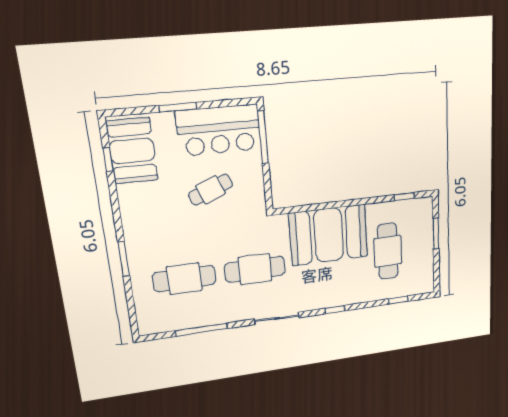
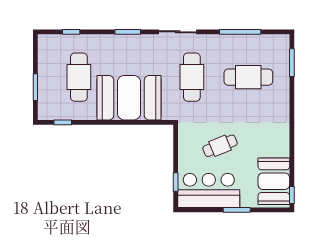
window: (263, 137) -> (176, 182), width x0.46
window: (108, 160) -> (292, 195), moved
window: (124, 259) -> (292, 63), moved
cafe table: (255, 269) -> (192, 77), turned 90
window: (335, 310) -> (128, 32), width x1.50

